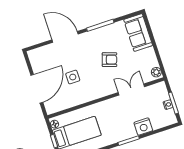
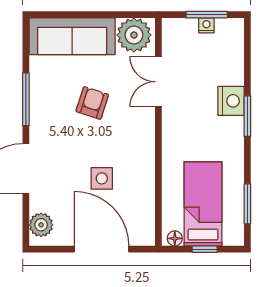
sofa: (138, 32) -> (72, 36), width x1.36
plant: (39, 54) -> (41, 225), added
plant: (156, 72) -> (134, 35), width x1.87, depth x1.87
nightstand: (143, 127) -> (231, 101), moved

